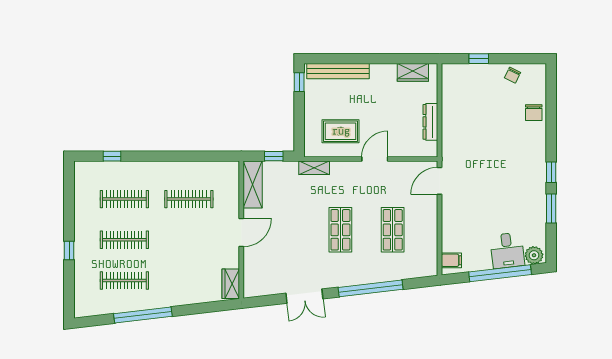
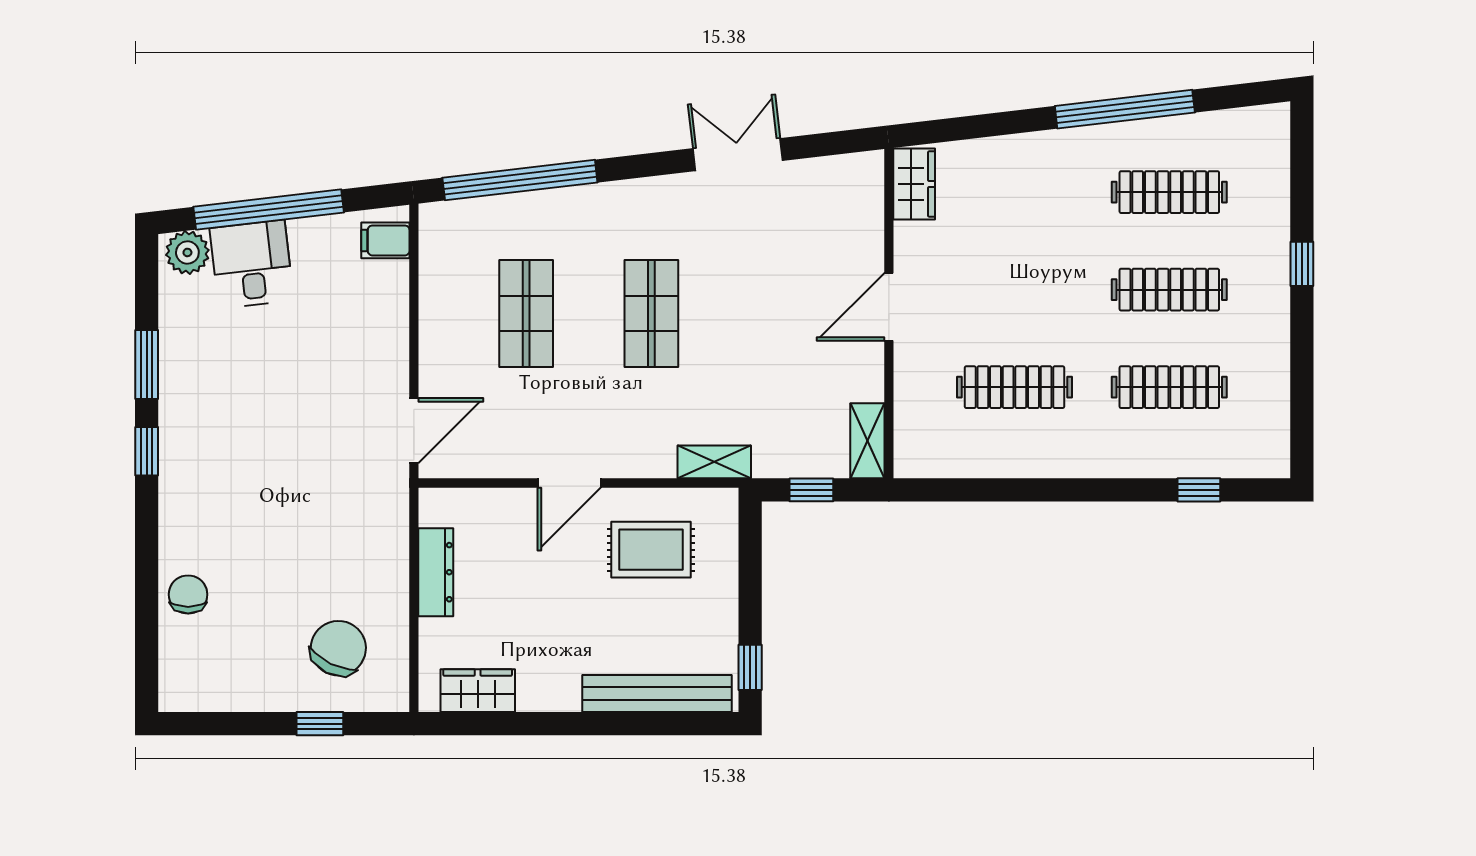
chair: (513, 75) -> (338, 648), moved, width x1.87, depth x1.87
shelving: (253, 185) -> (867, 441), width x0.67, depth x0.75
window: (371, 288) -> (520, 180), moved

